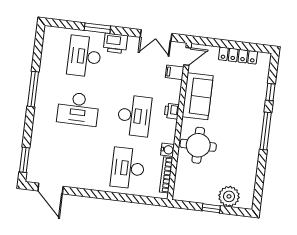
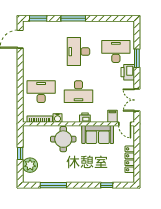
window: (33, 89) -> (73, 18), moved
window: (266, 131) -> (53, 185), moved

